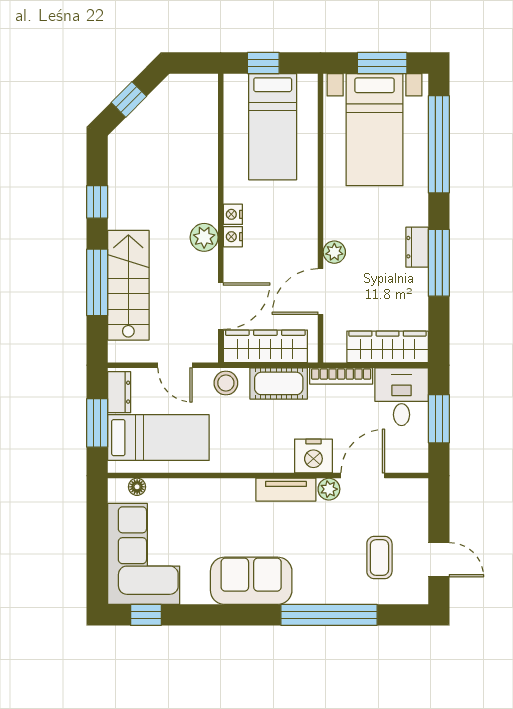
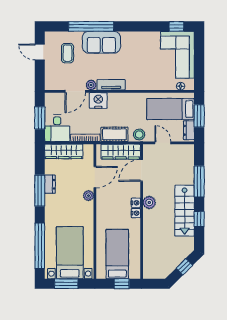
dresser: (417, 247) -> (50, 184), moved
stairs: (128, 285) -> (185, 211), moved
sofa: (251, 581) -> (101, 42), moved

